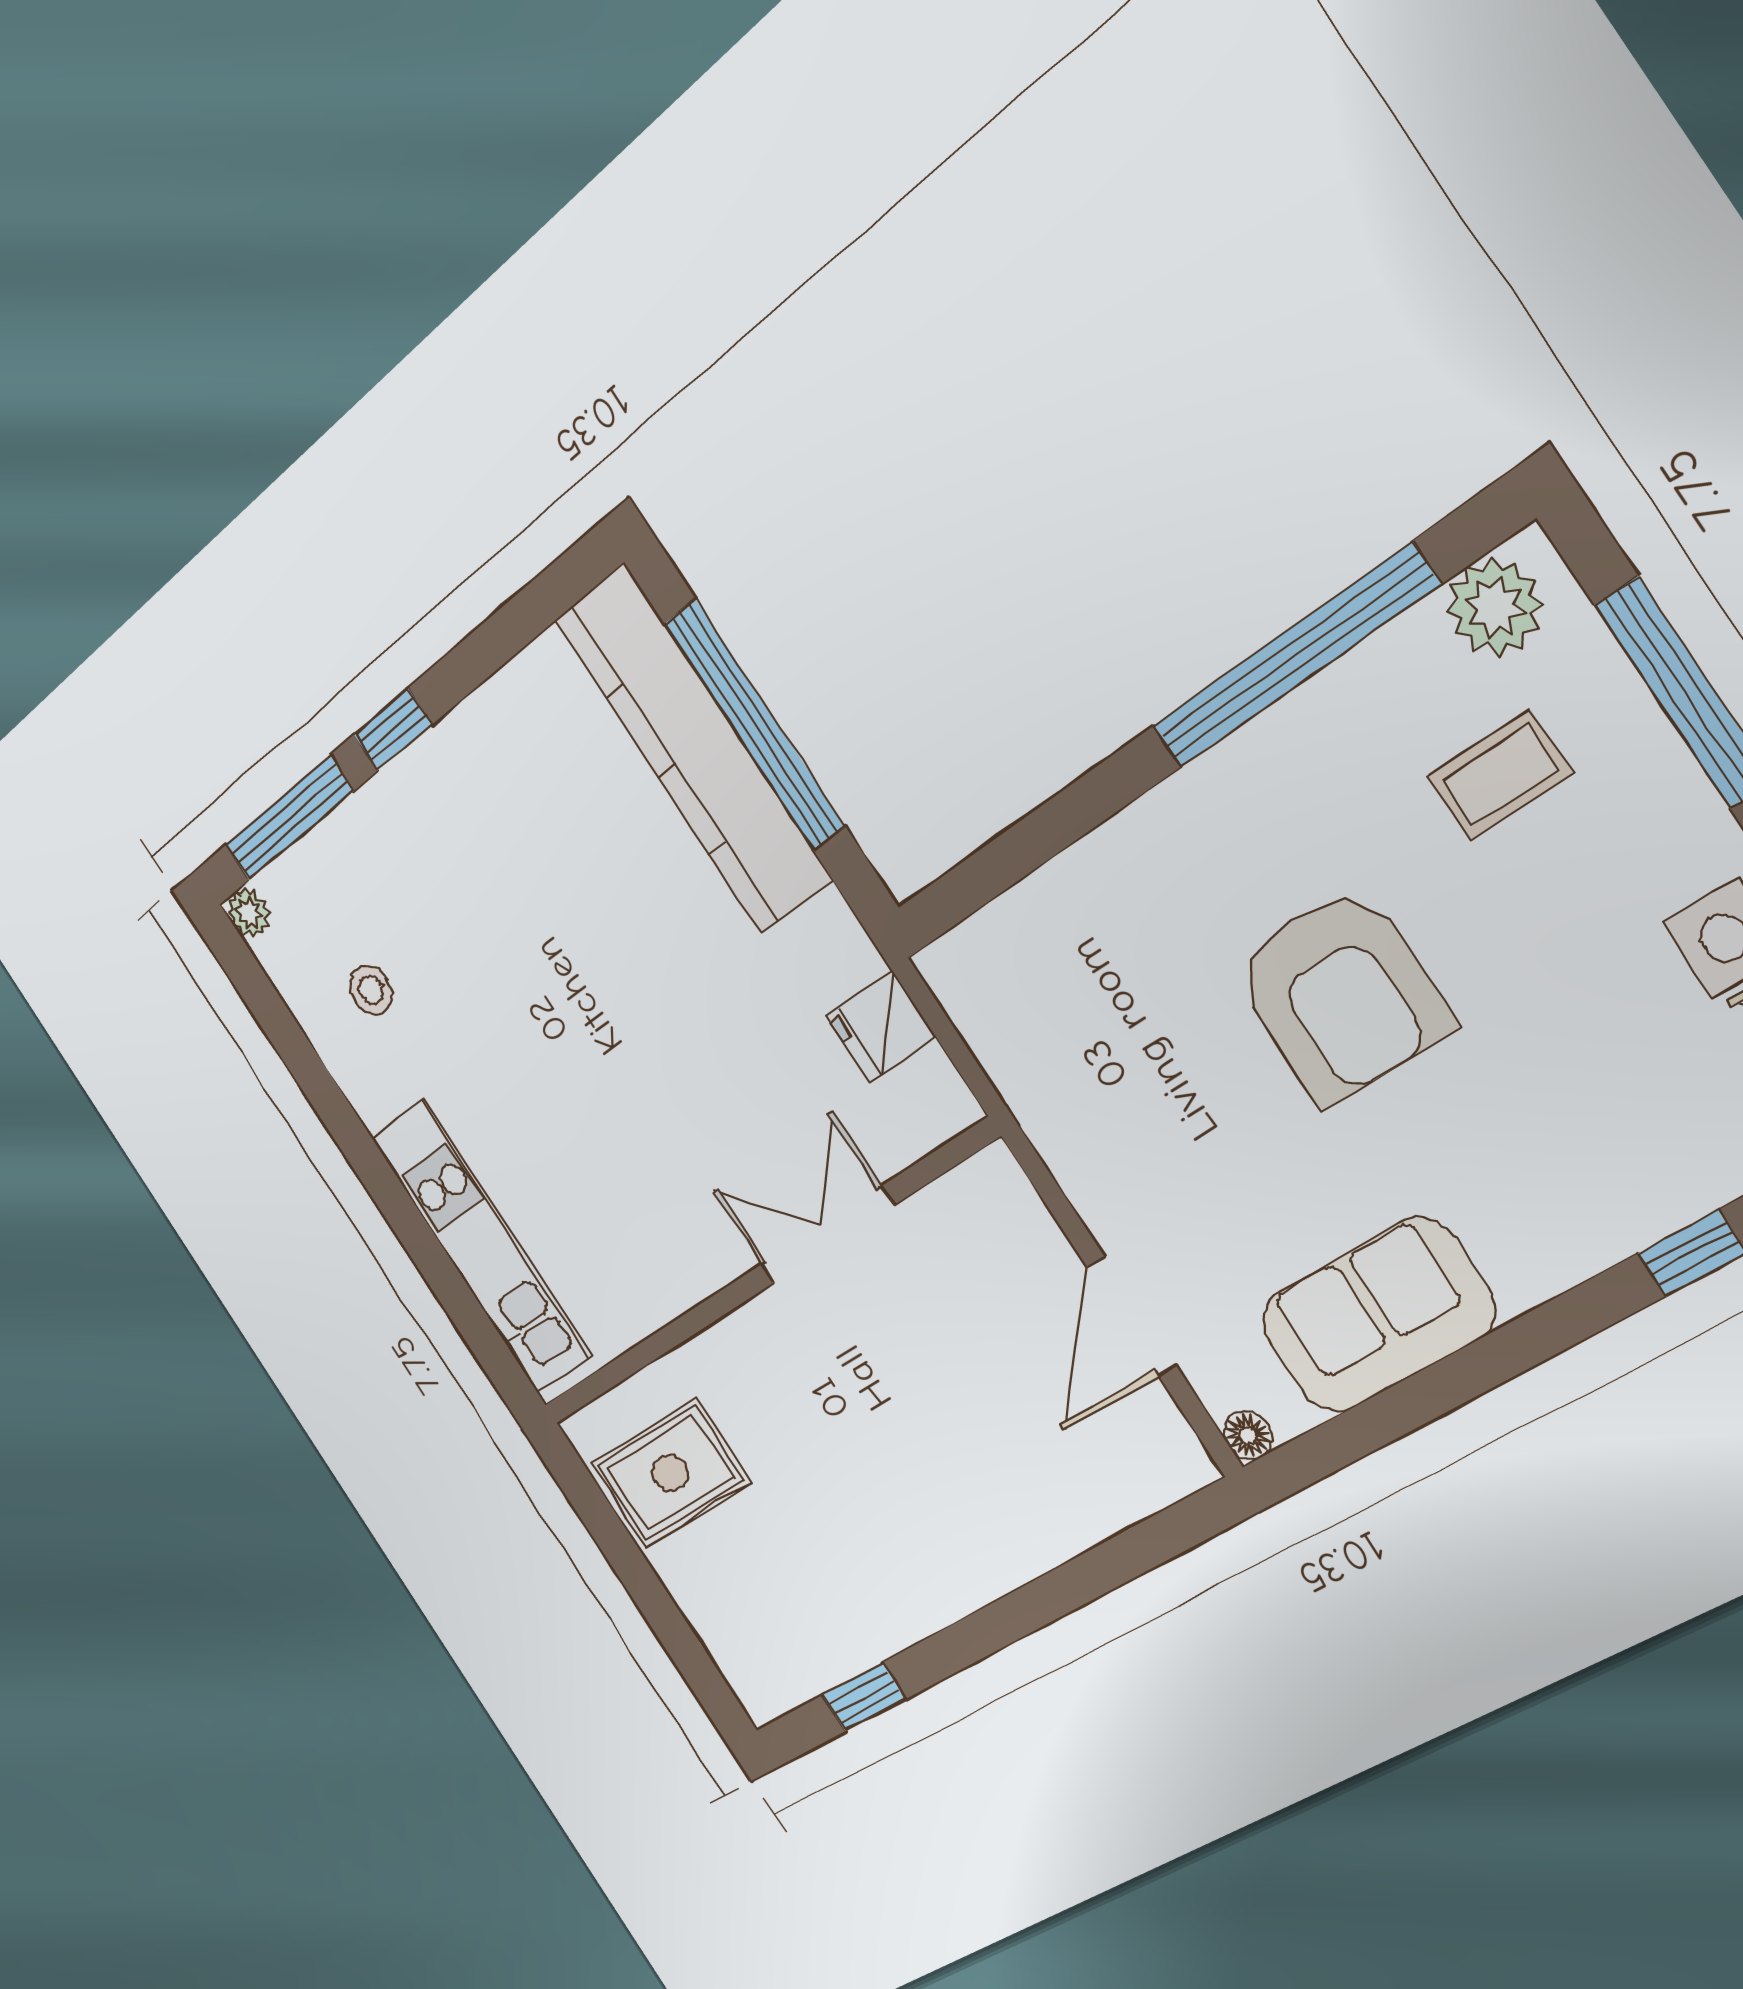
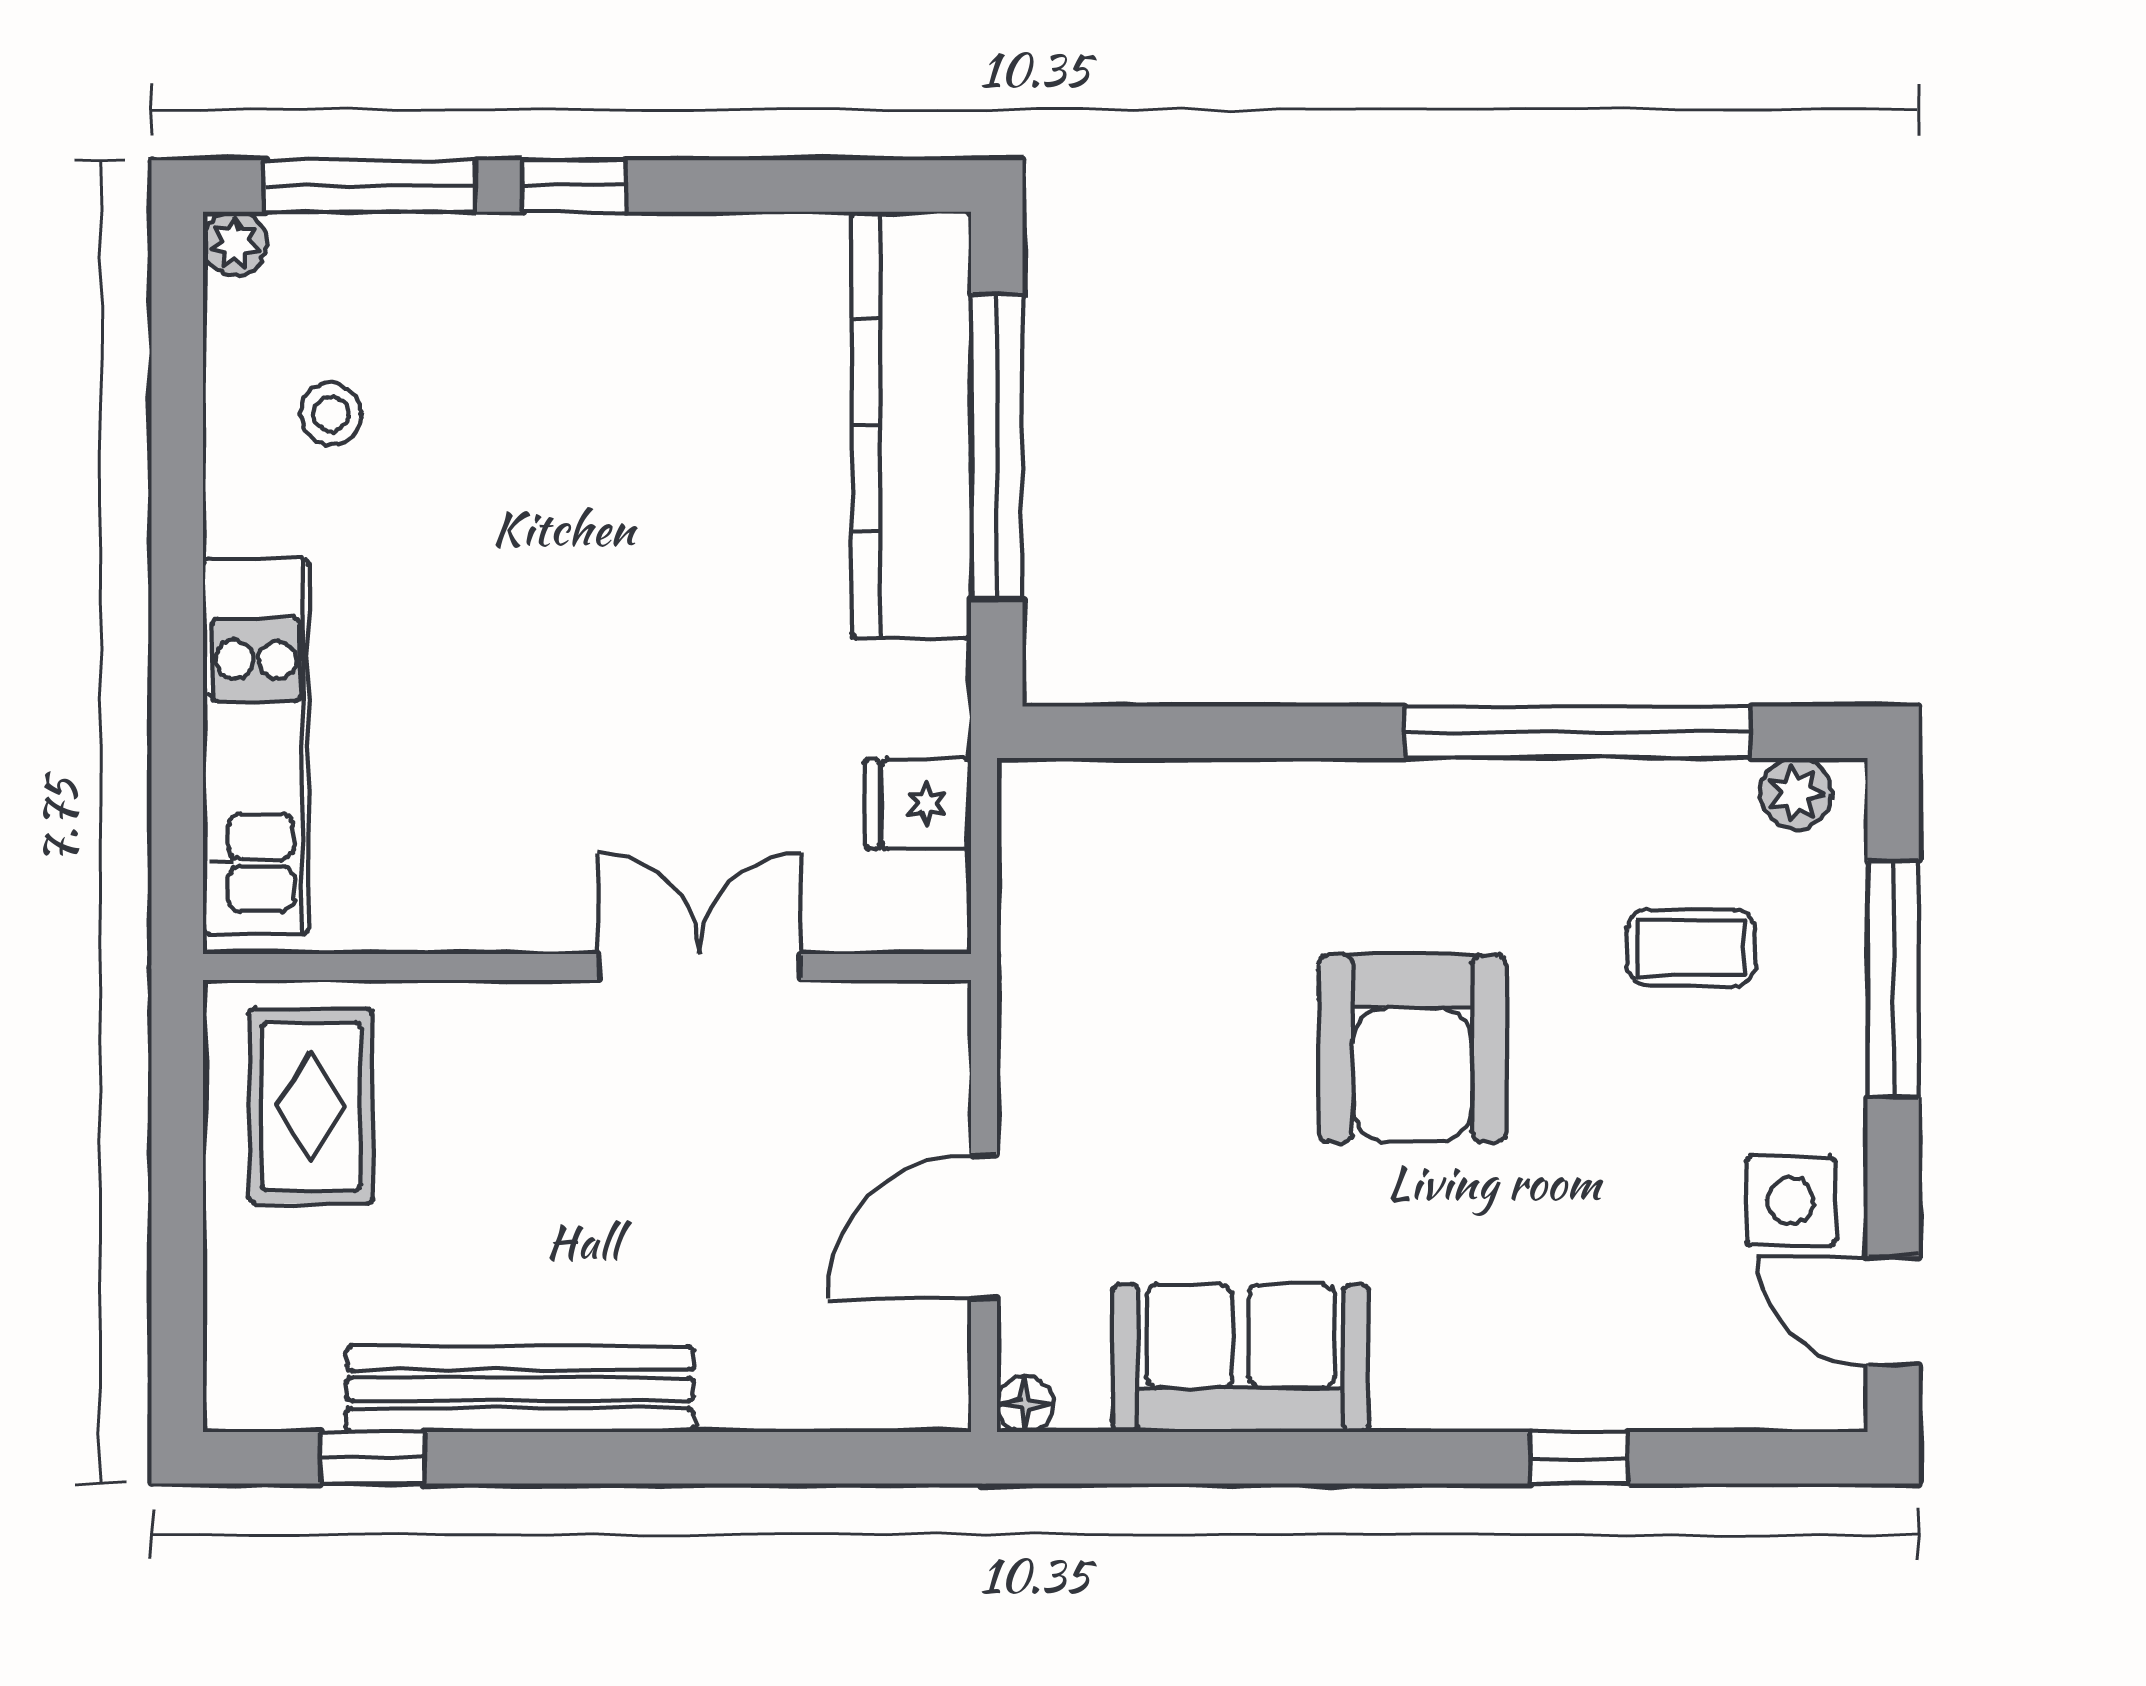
plant: (1495, 607) -> (1796, 793), width x0.73, depth x0.73
rug: (670, 1473) -> (311, 1106), turned 90
bench: (918, 1602) -> (520, 1389), added

